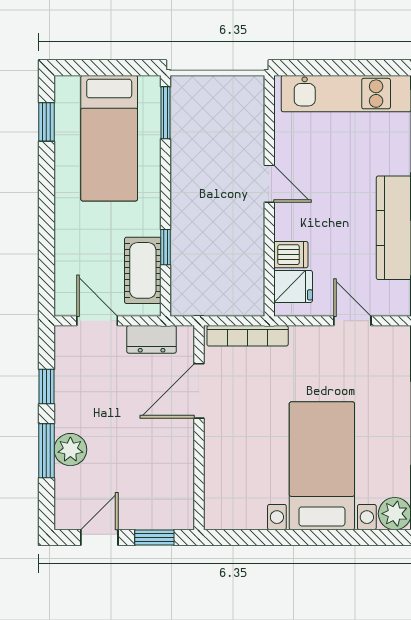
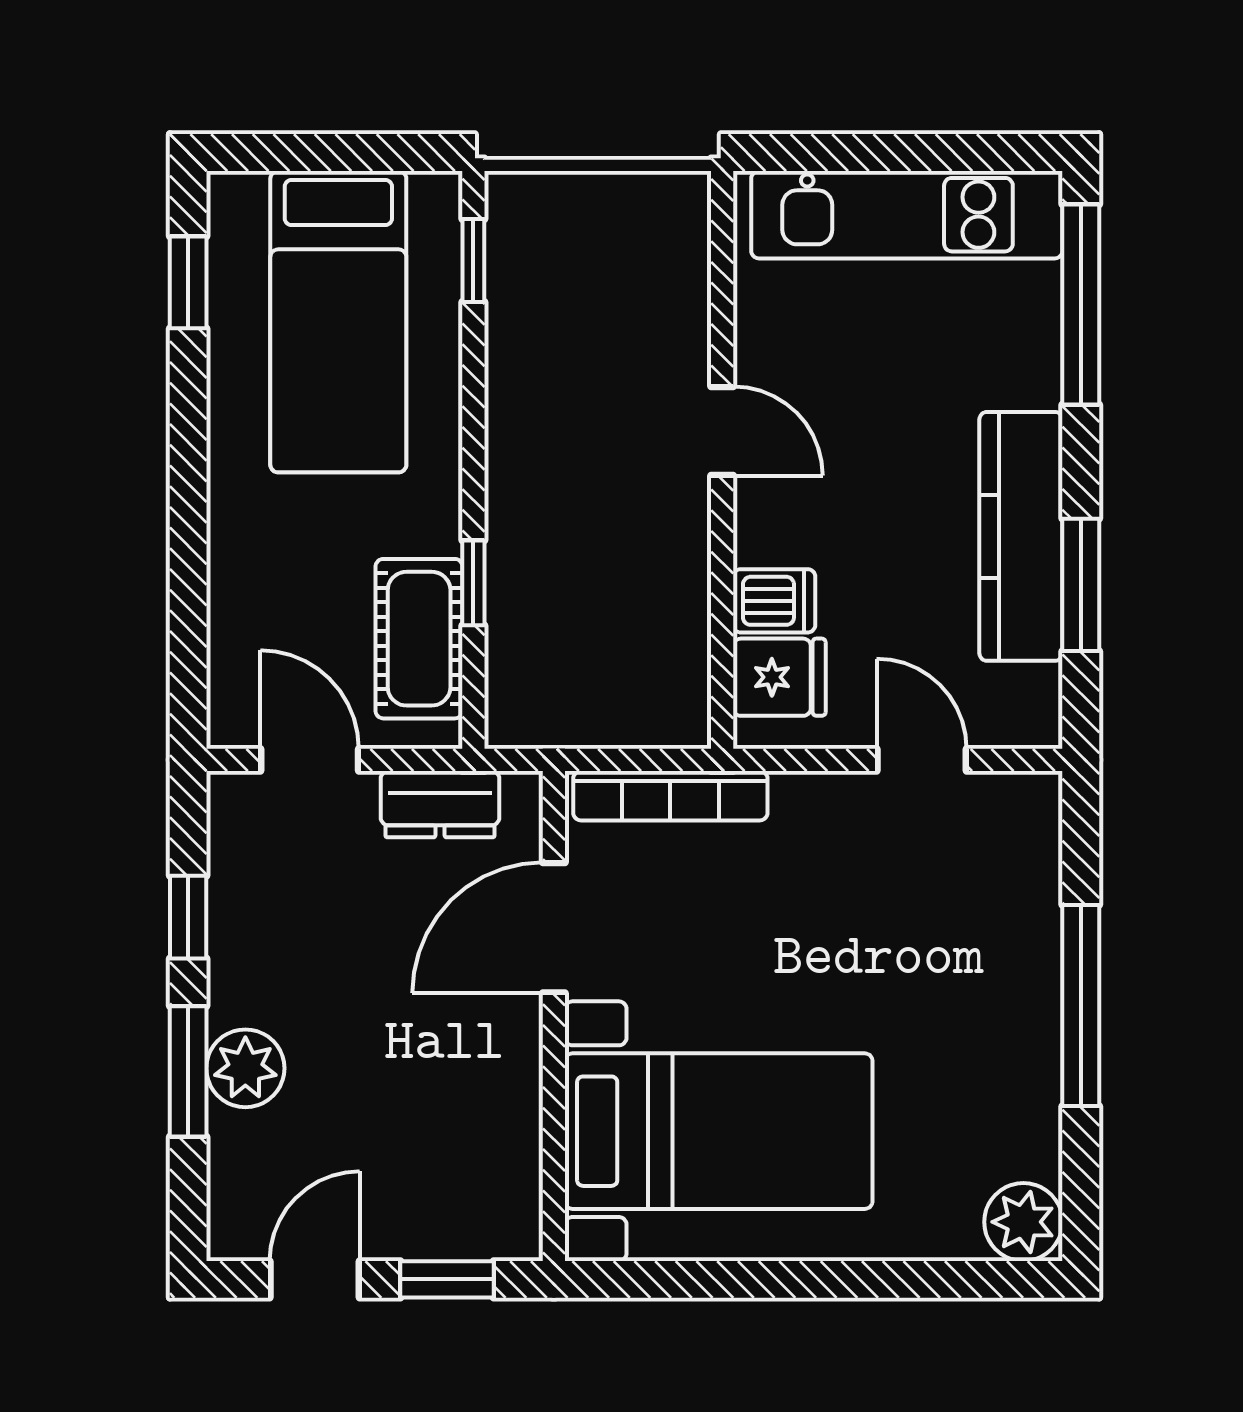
window: (165, 113) -> (473, 261), width x0.67
bed with nightstands: (322, 466) -> (719, 1131), moved, turned 90

